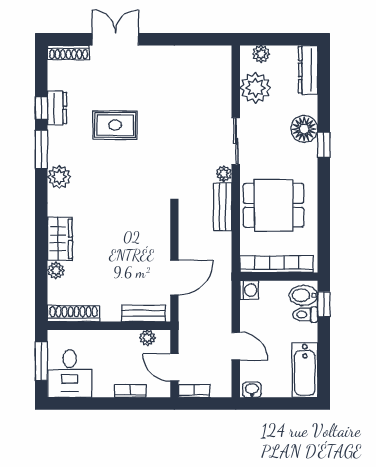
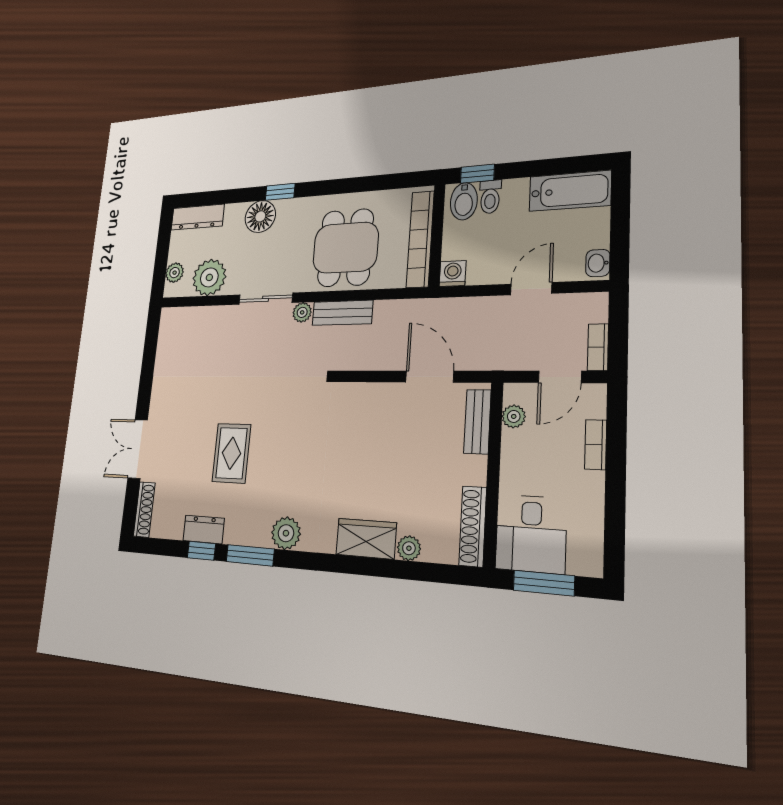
desk: (70, 373) -> (531, 534), moved, turned 90

